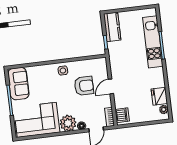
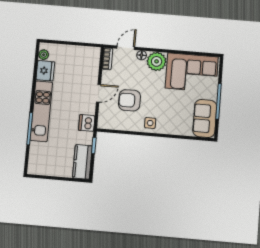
kitchen unit: (153, 42) -> (41, 111), moved
dishwasher: (122, 115) -> (87, 123), moved

